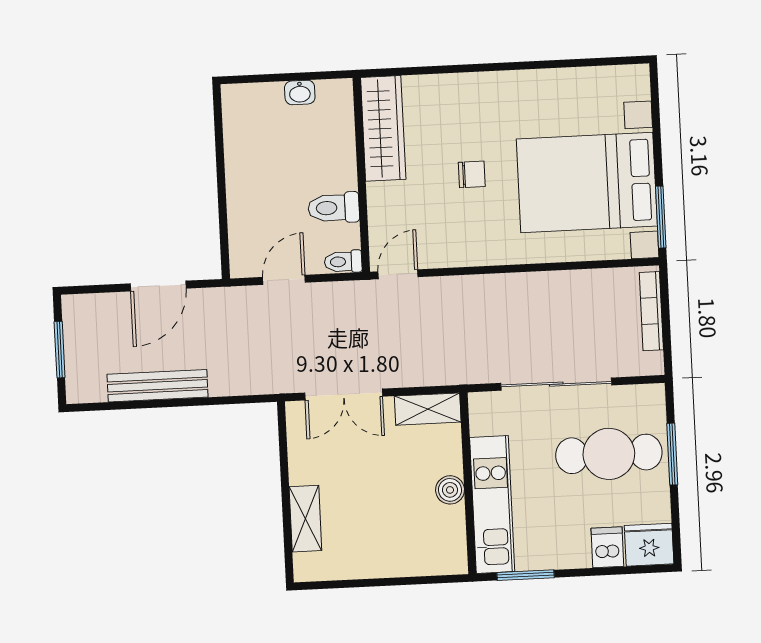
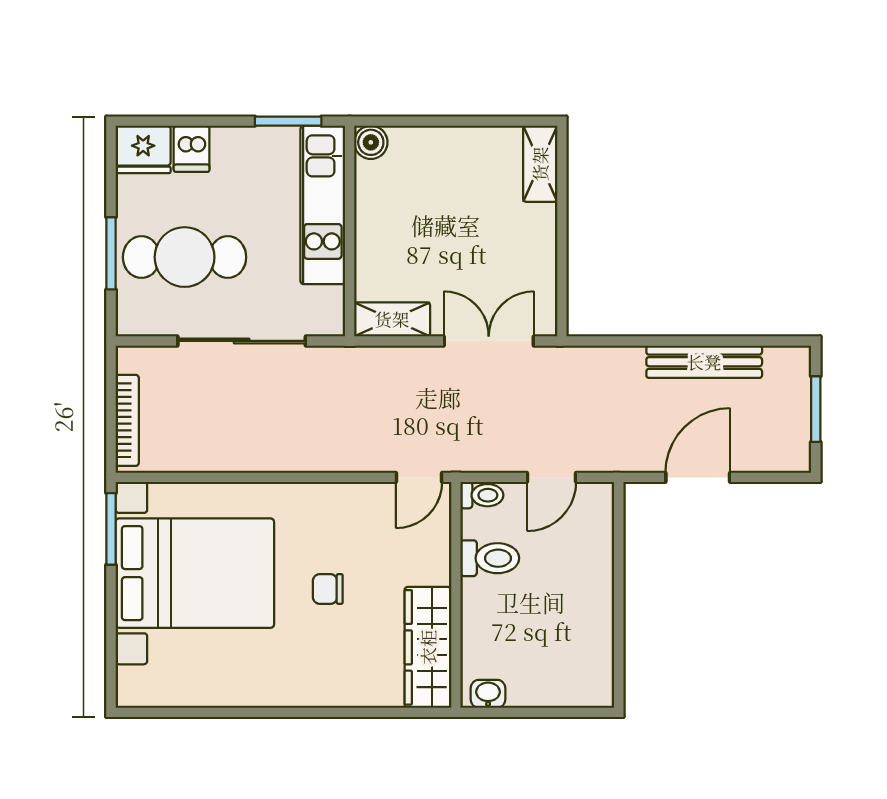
washbasin: (300, 92) -> (488, 694), moved
boiler: (450, 490) -> (371, 142), moved
shelving: (305, 519) -> (540, 164), moved

